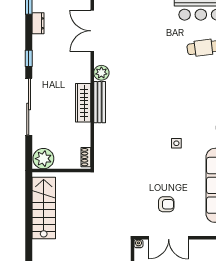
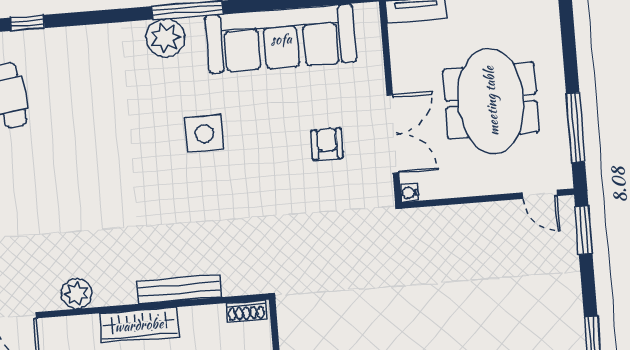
bench: (100, 102) -> (179, 289), moved
side table: (176, 143) -> (204, 134), width x1.87, depth x1.87

